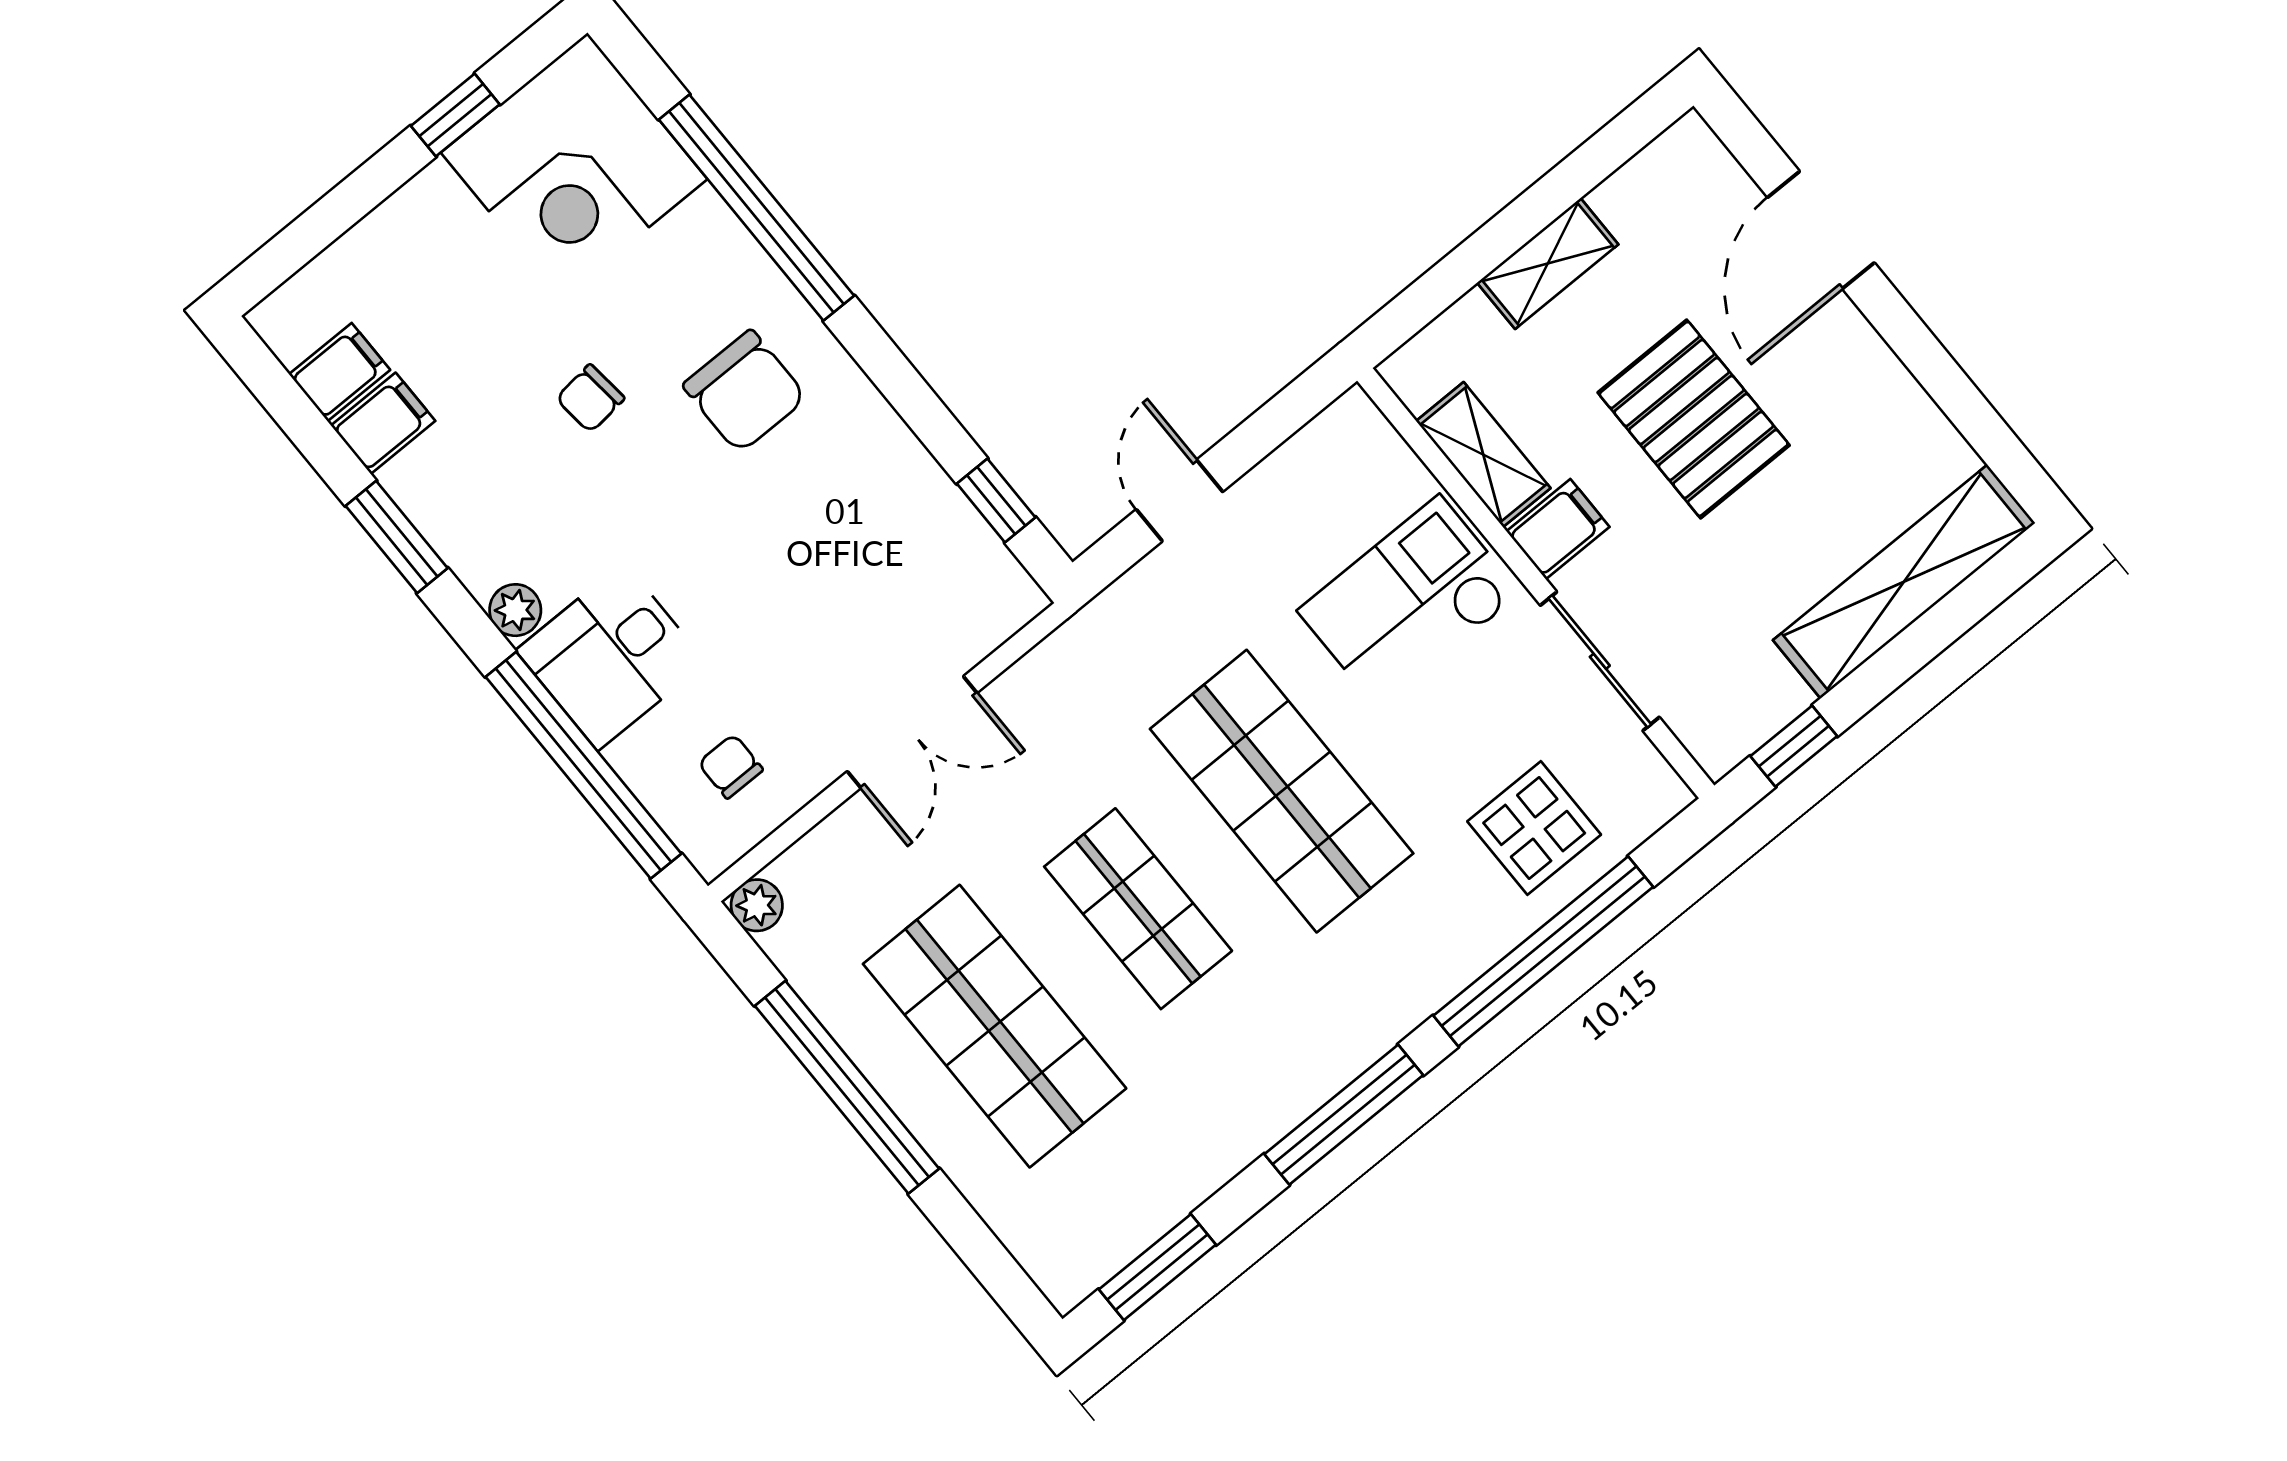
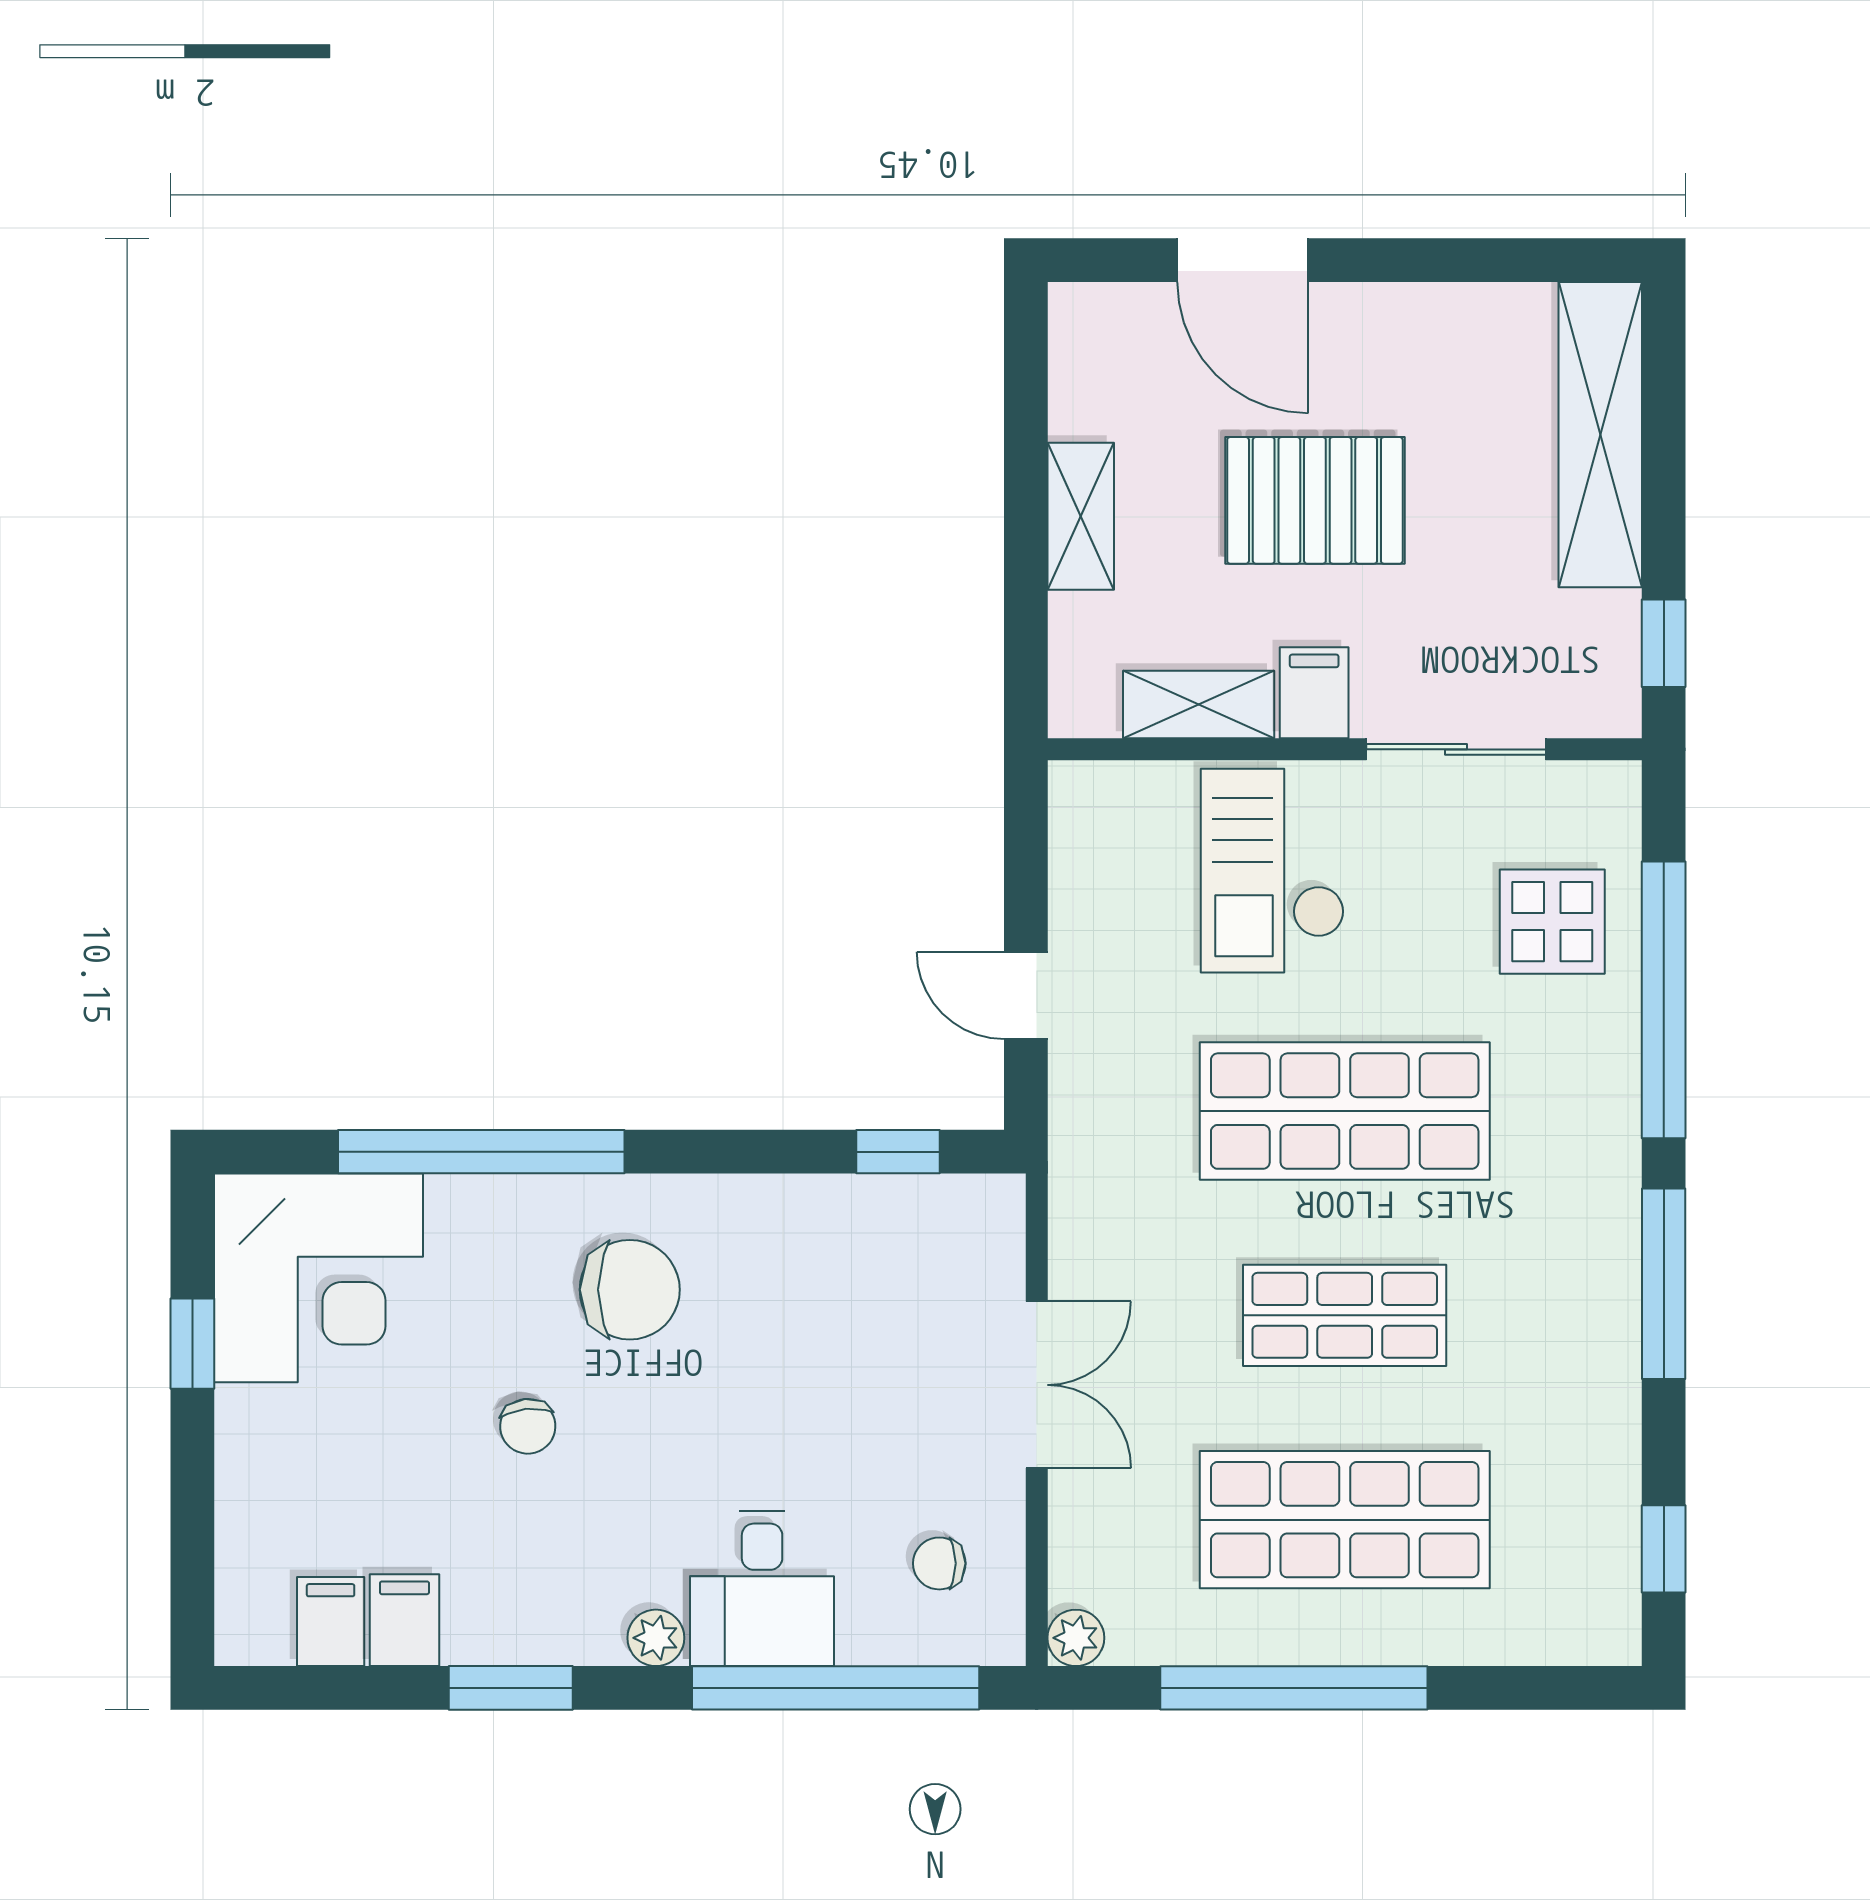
window: (1157, 1267) -> (1664, 1549), width x0.67

